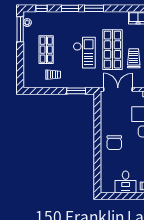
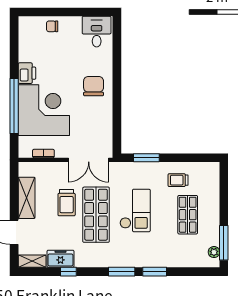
window: (41, 8) -> (68, 272), moved
checkout: (84, 53) -> (135, 210), turned 180
desk: (126, 182) -> (97, 32), moved

